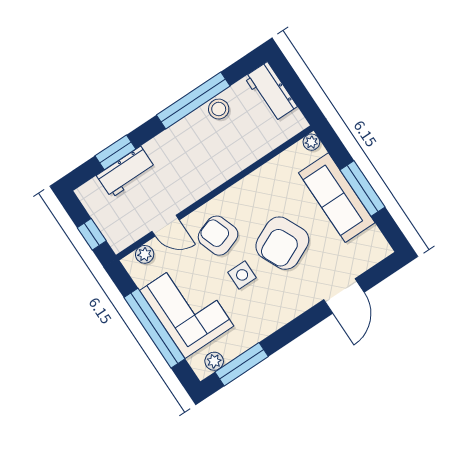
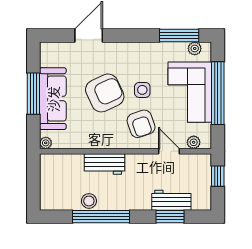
workbench: (271, 92) -> (105, 164), moved, turned 90

